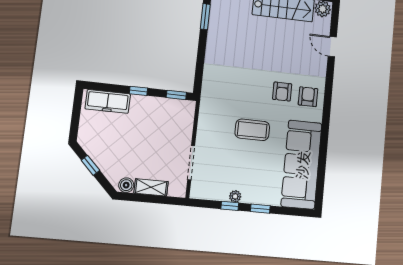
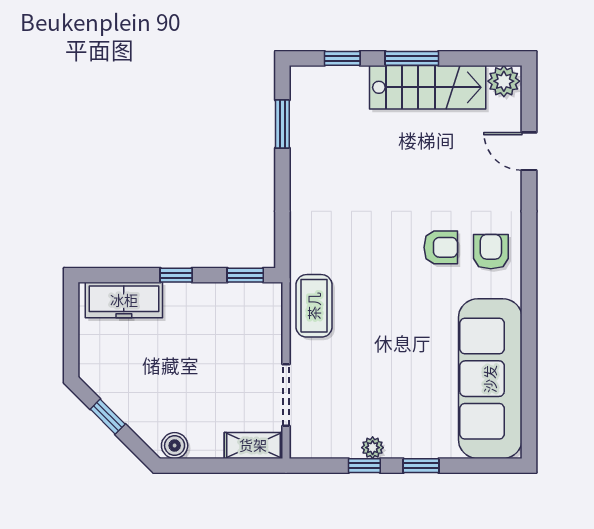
armchair: (282, 92) -> (441, 247), turned -90
coffee table: (252, 130) -> (314, 306), moved, turned 90
shelving: (151, 187) -> (253, 445), moved

